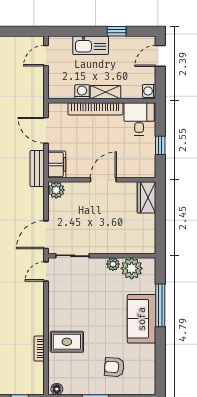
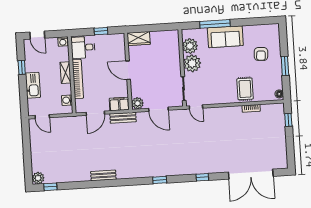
washing machine: (82, 92) -> (67, 100), moved
door: (46, 235) -> (158, 109), moved
plant: (113, 264) -> (192, 63), width x1.87, depth x1.87

